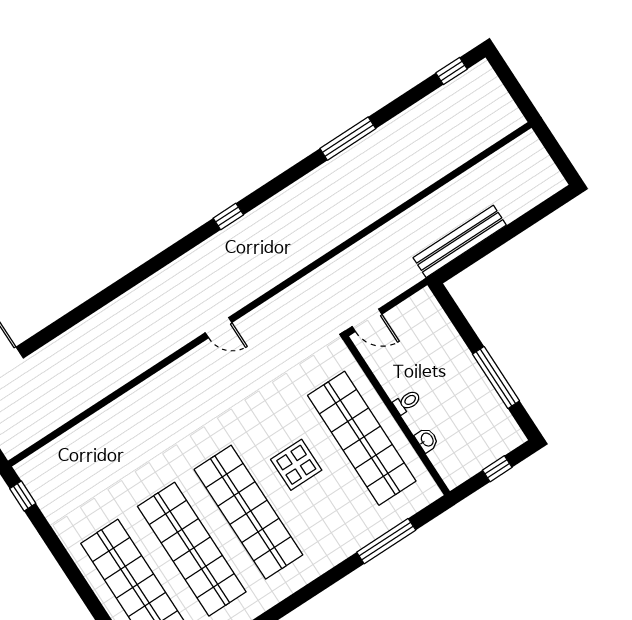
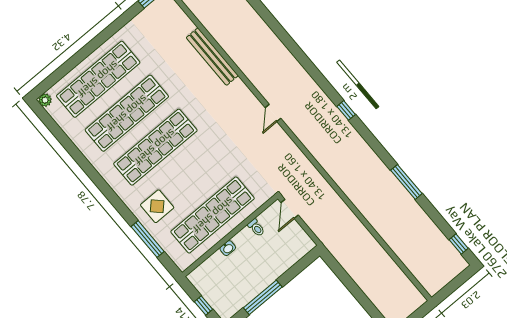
bench: (460, 241) -> (212, 57), moved
toilet: (407, 402) -> (256, 228), moved
washbasin: (427, 440) -> (228, 248), moved
display table: (296, 465) -> (157, 206), moved

